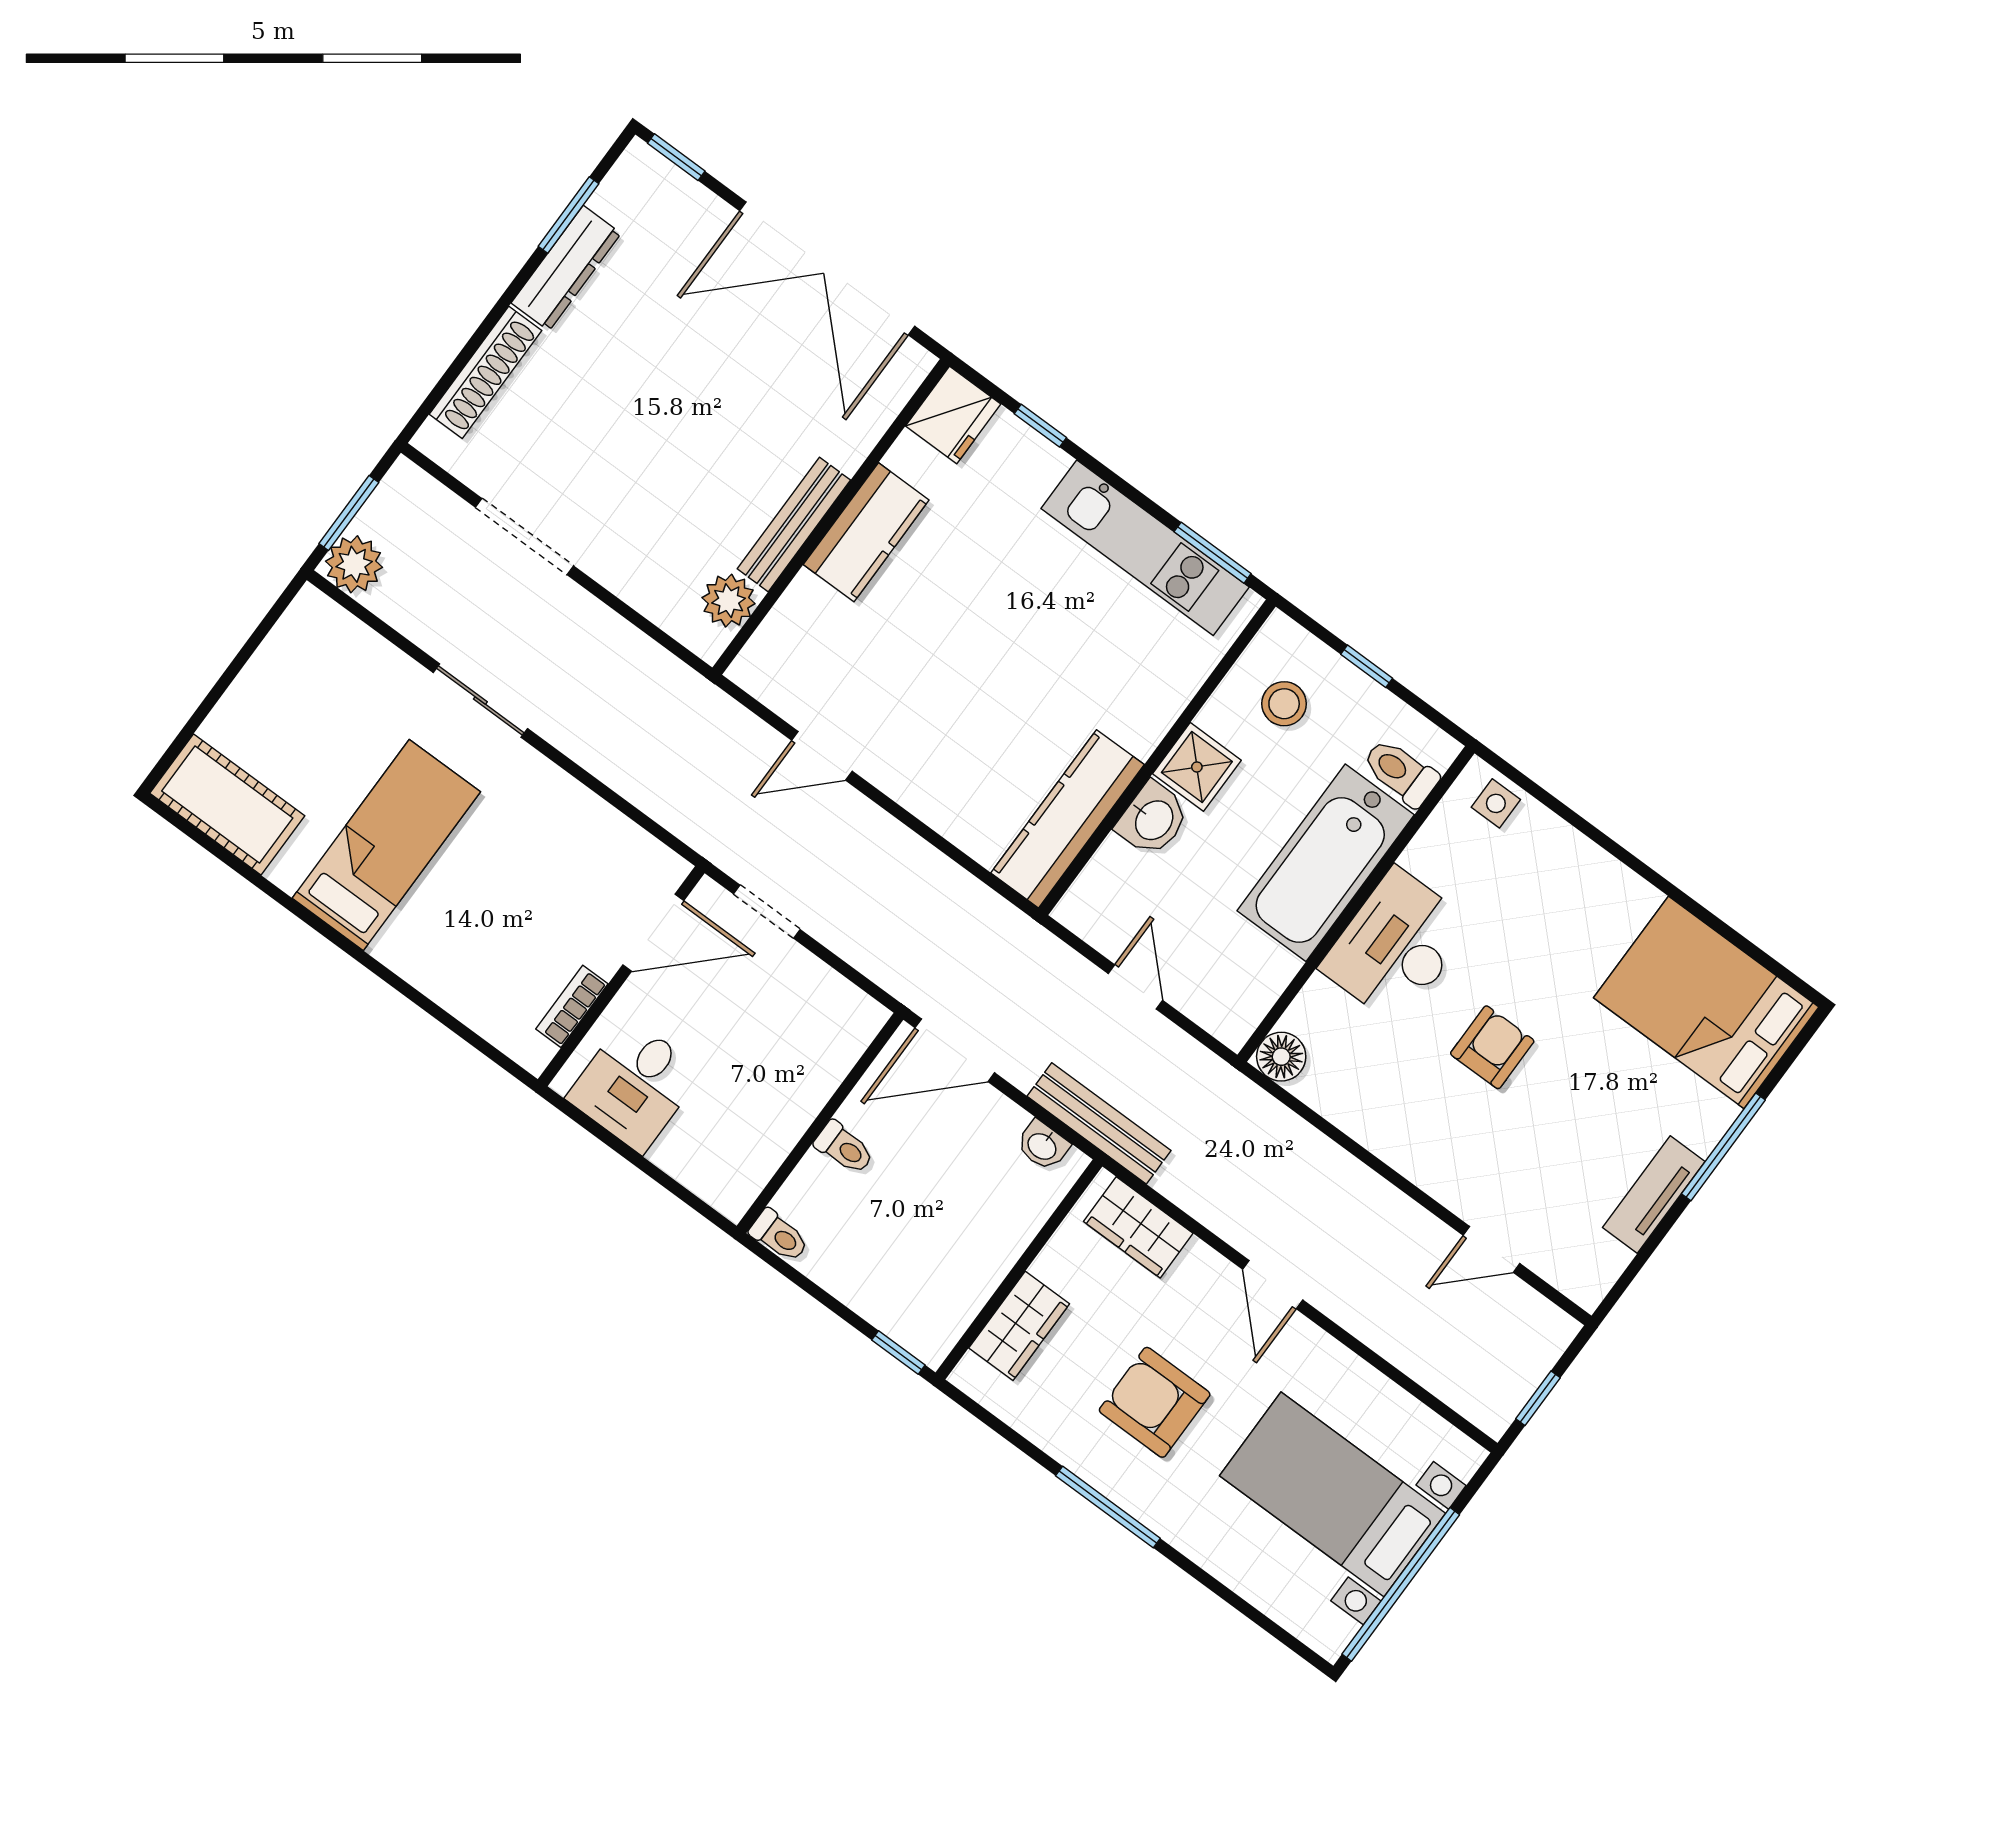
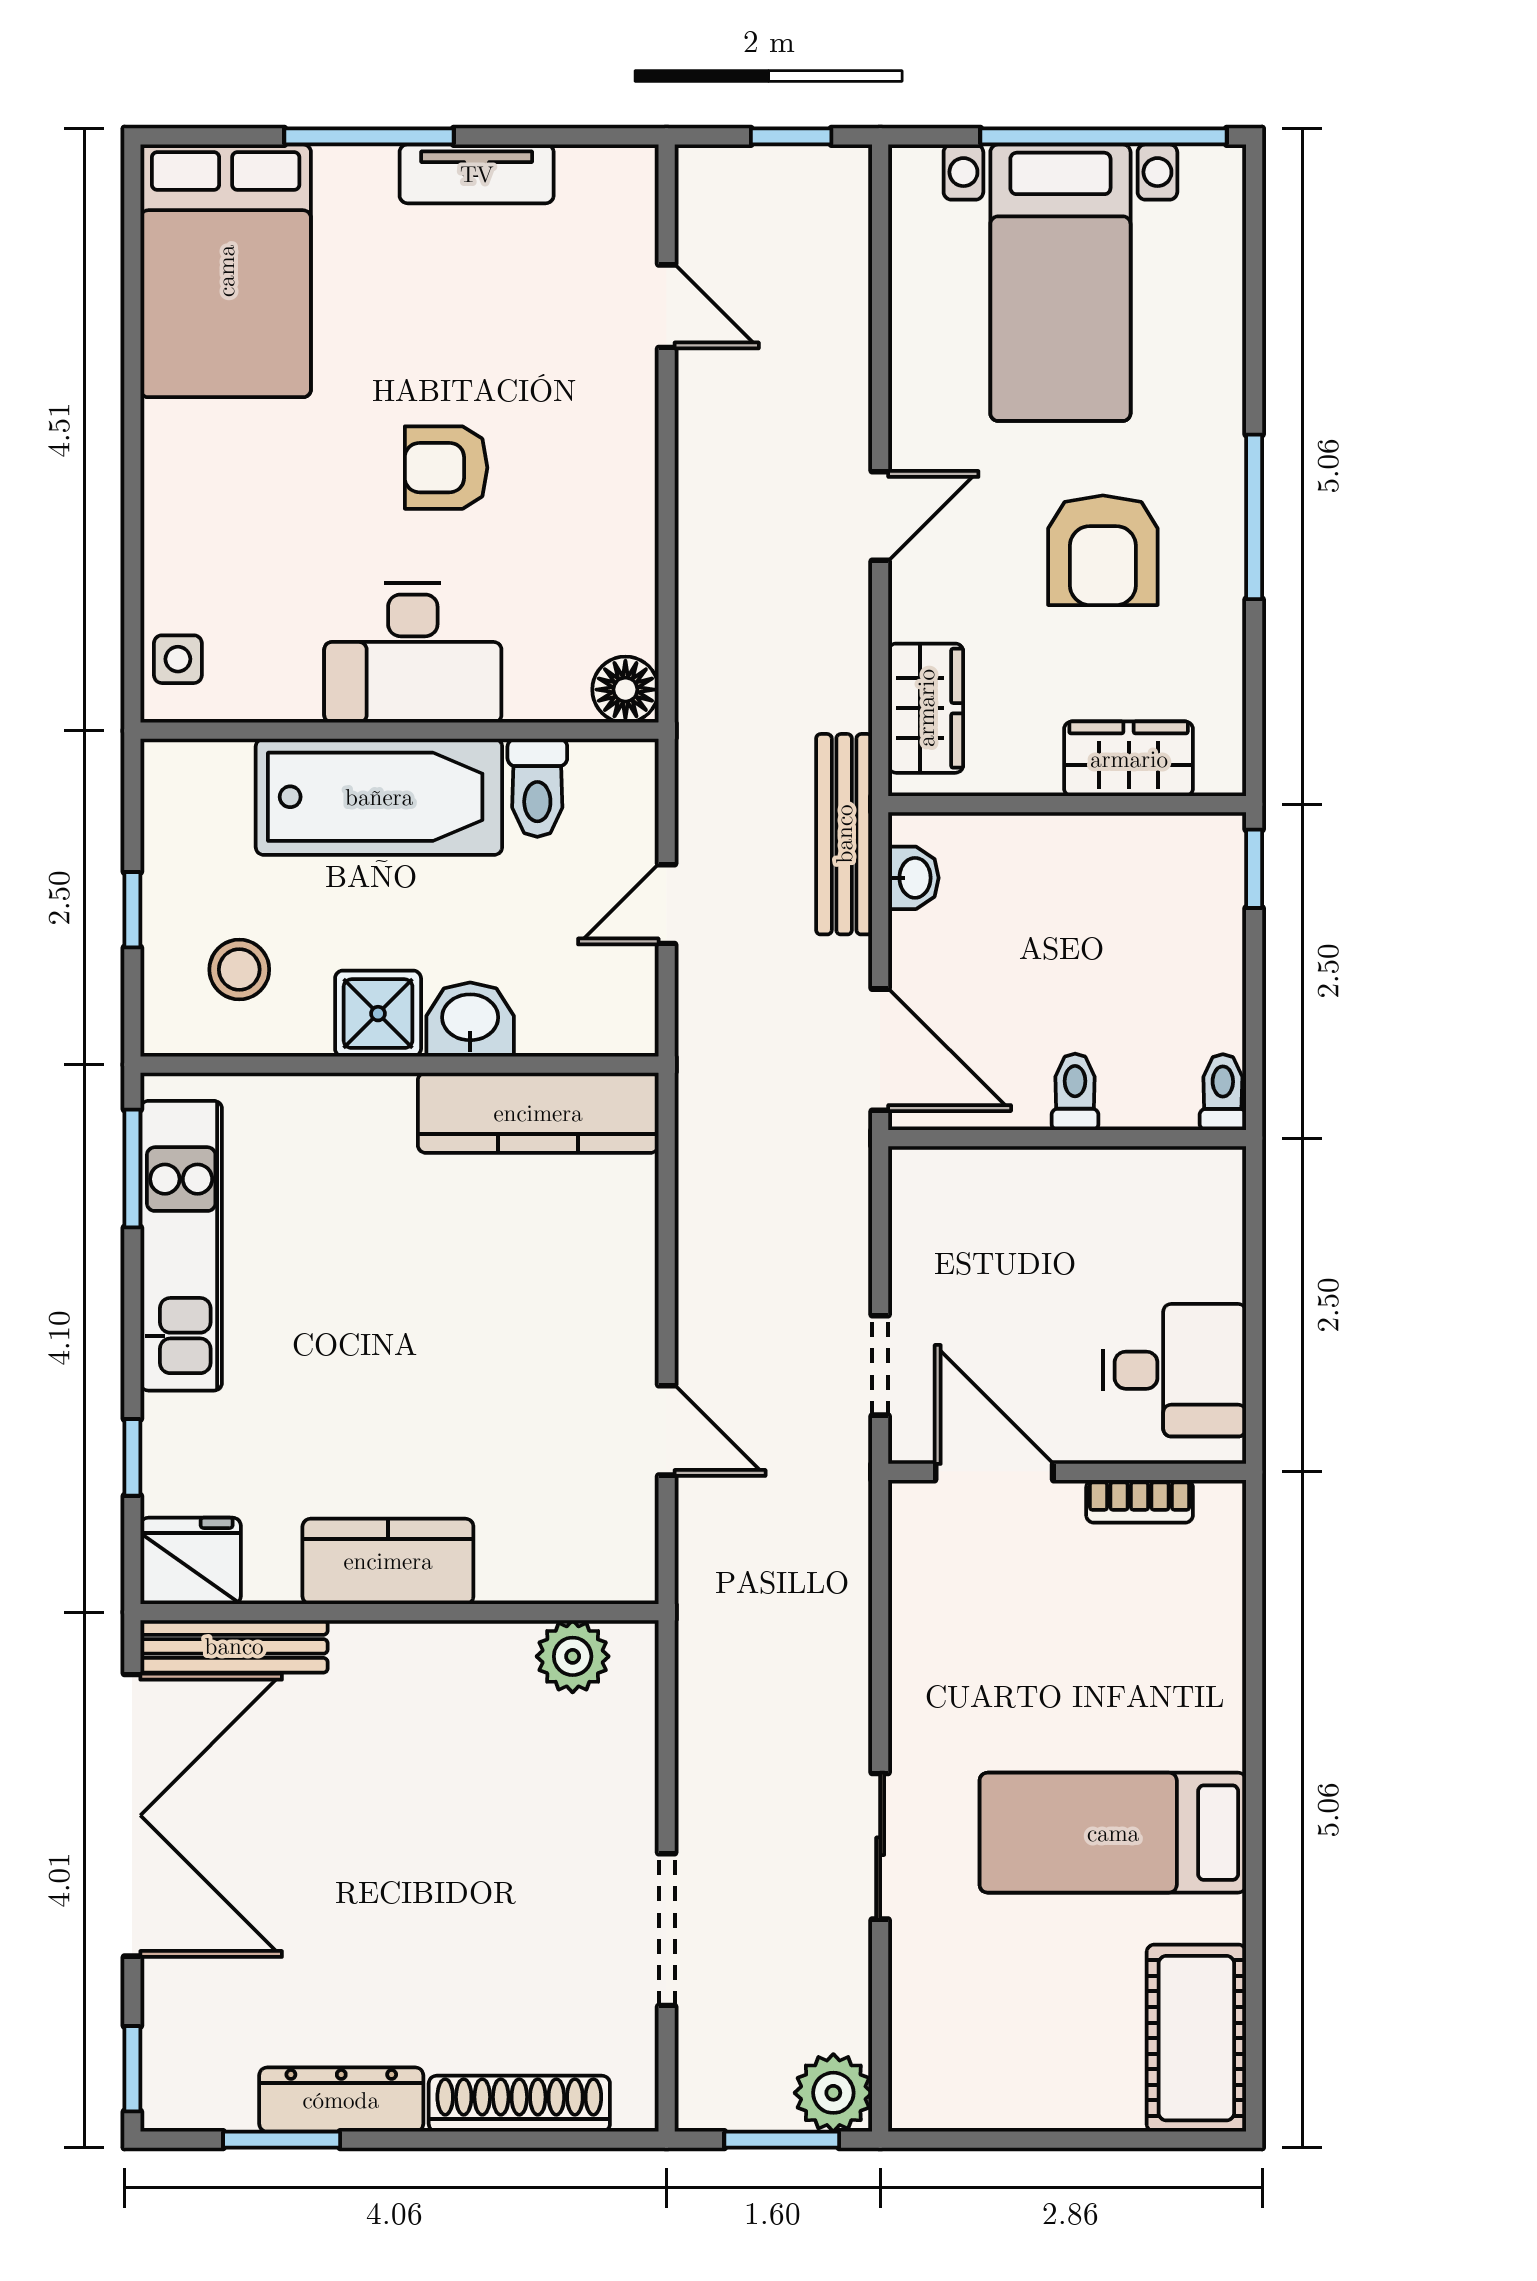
bench: (794, 524) -> (234, 1646), moved
toilet: (1401, 772) -> (537, 788), moved

